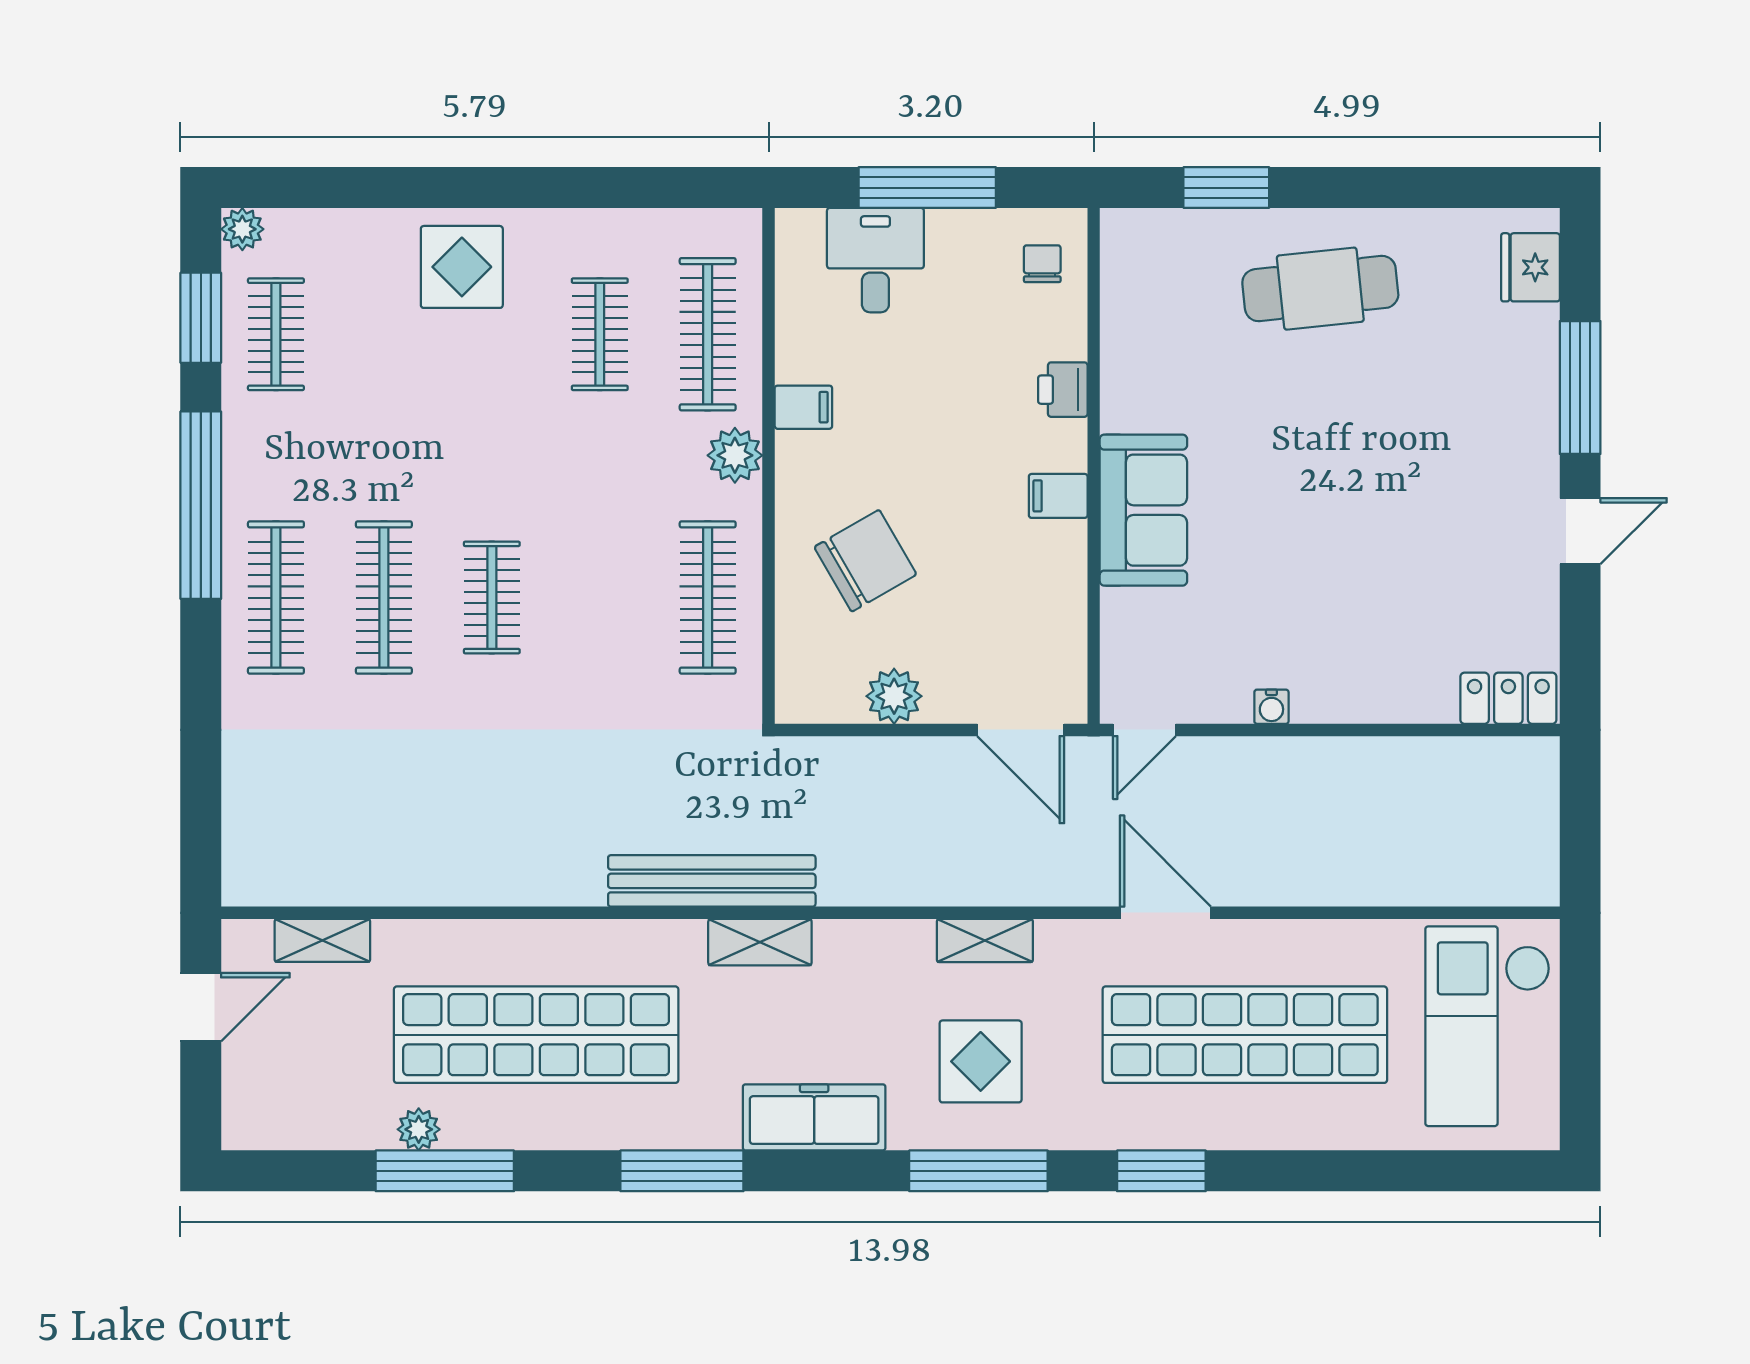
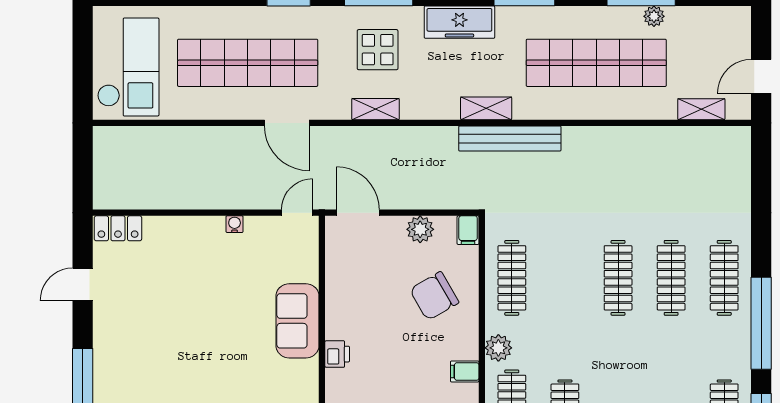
printer: (1063, 390) -> (337, 354), moved
filing cabinet: (1058, 496) -> (468, 230), moved, turned 90
door: (1580, 531) -> (83, 284), moved
clothes rail: (492, 598) -> (618, 278), width x1.36

